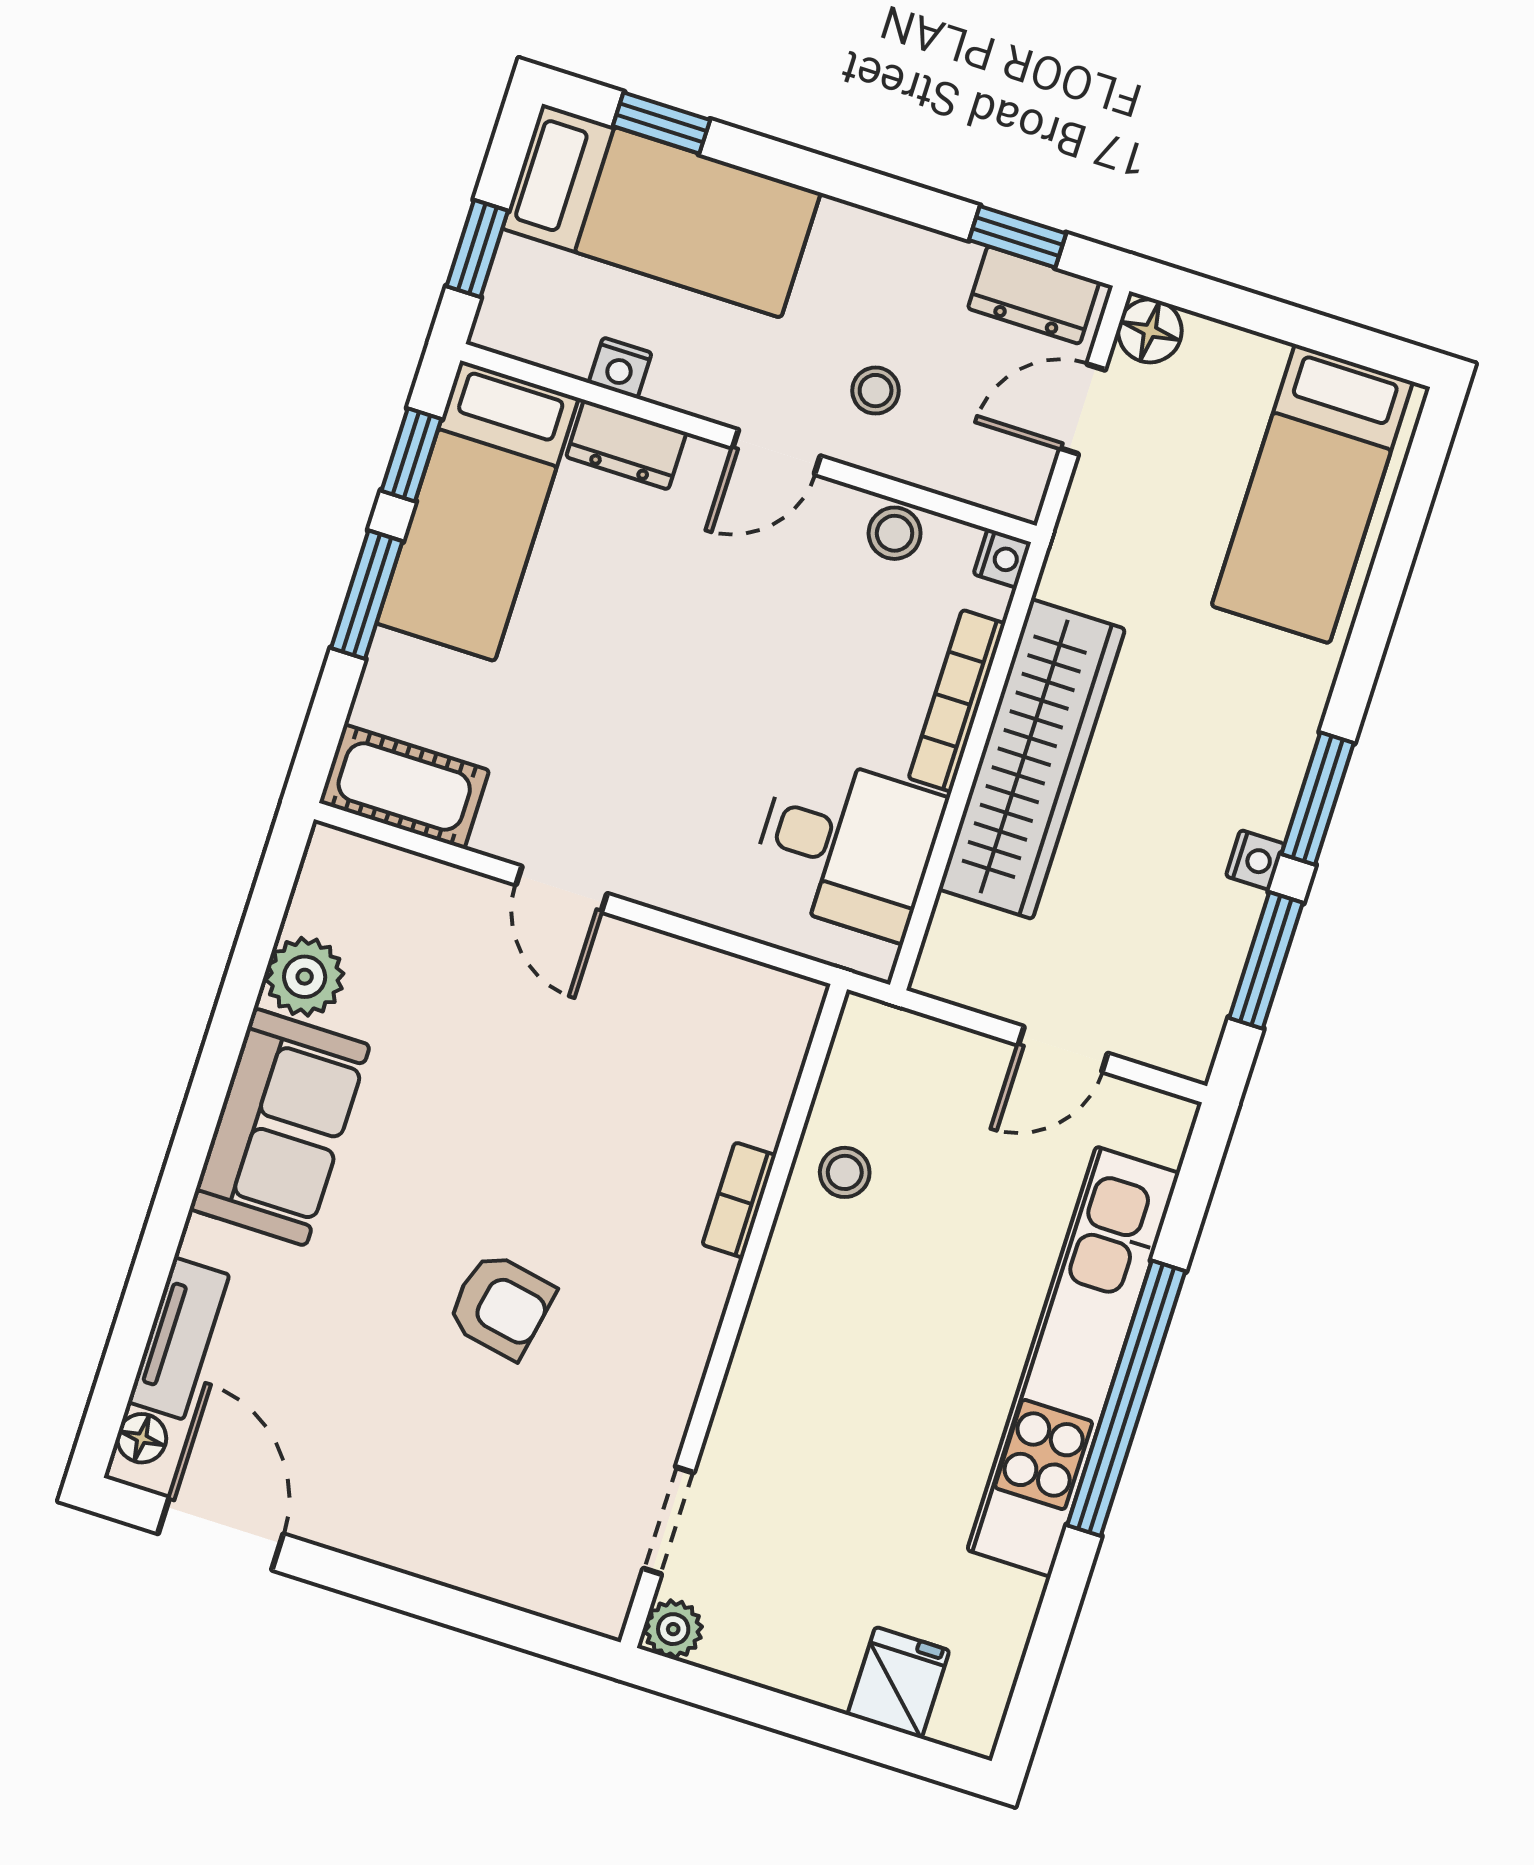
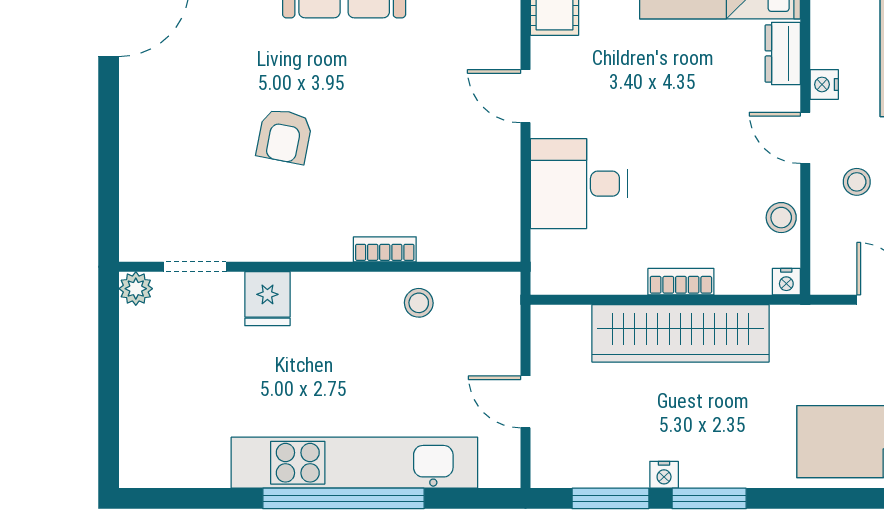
nightstand: (620, 368) -> (824, 84), moved
bookcase: (957, 701) -> (681, 282), width x0.64
desk: (847, 846) -> (579, 184), moved, turned 90
door: (562, 889) -> (525, 96), hinge flipped
fridge: (898, 1683) -> (267, 299), moved, turned 90

